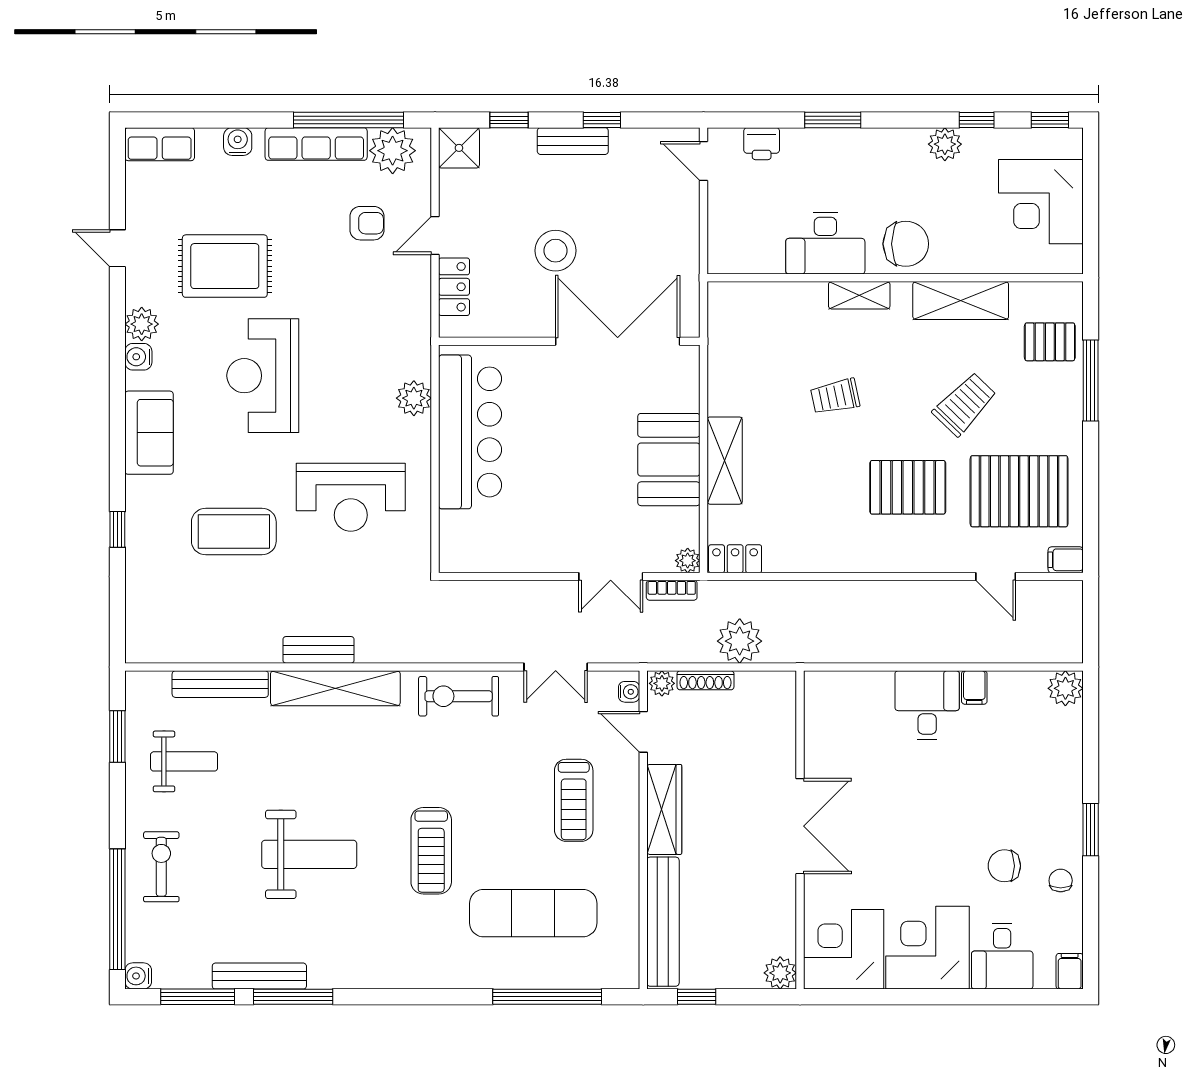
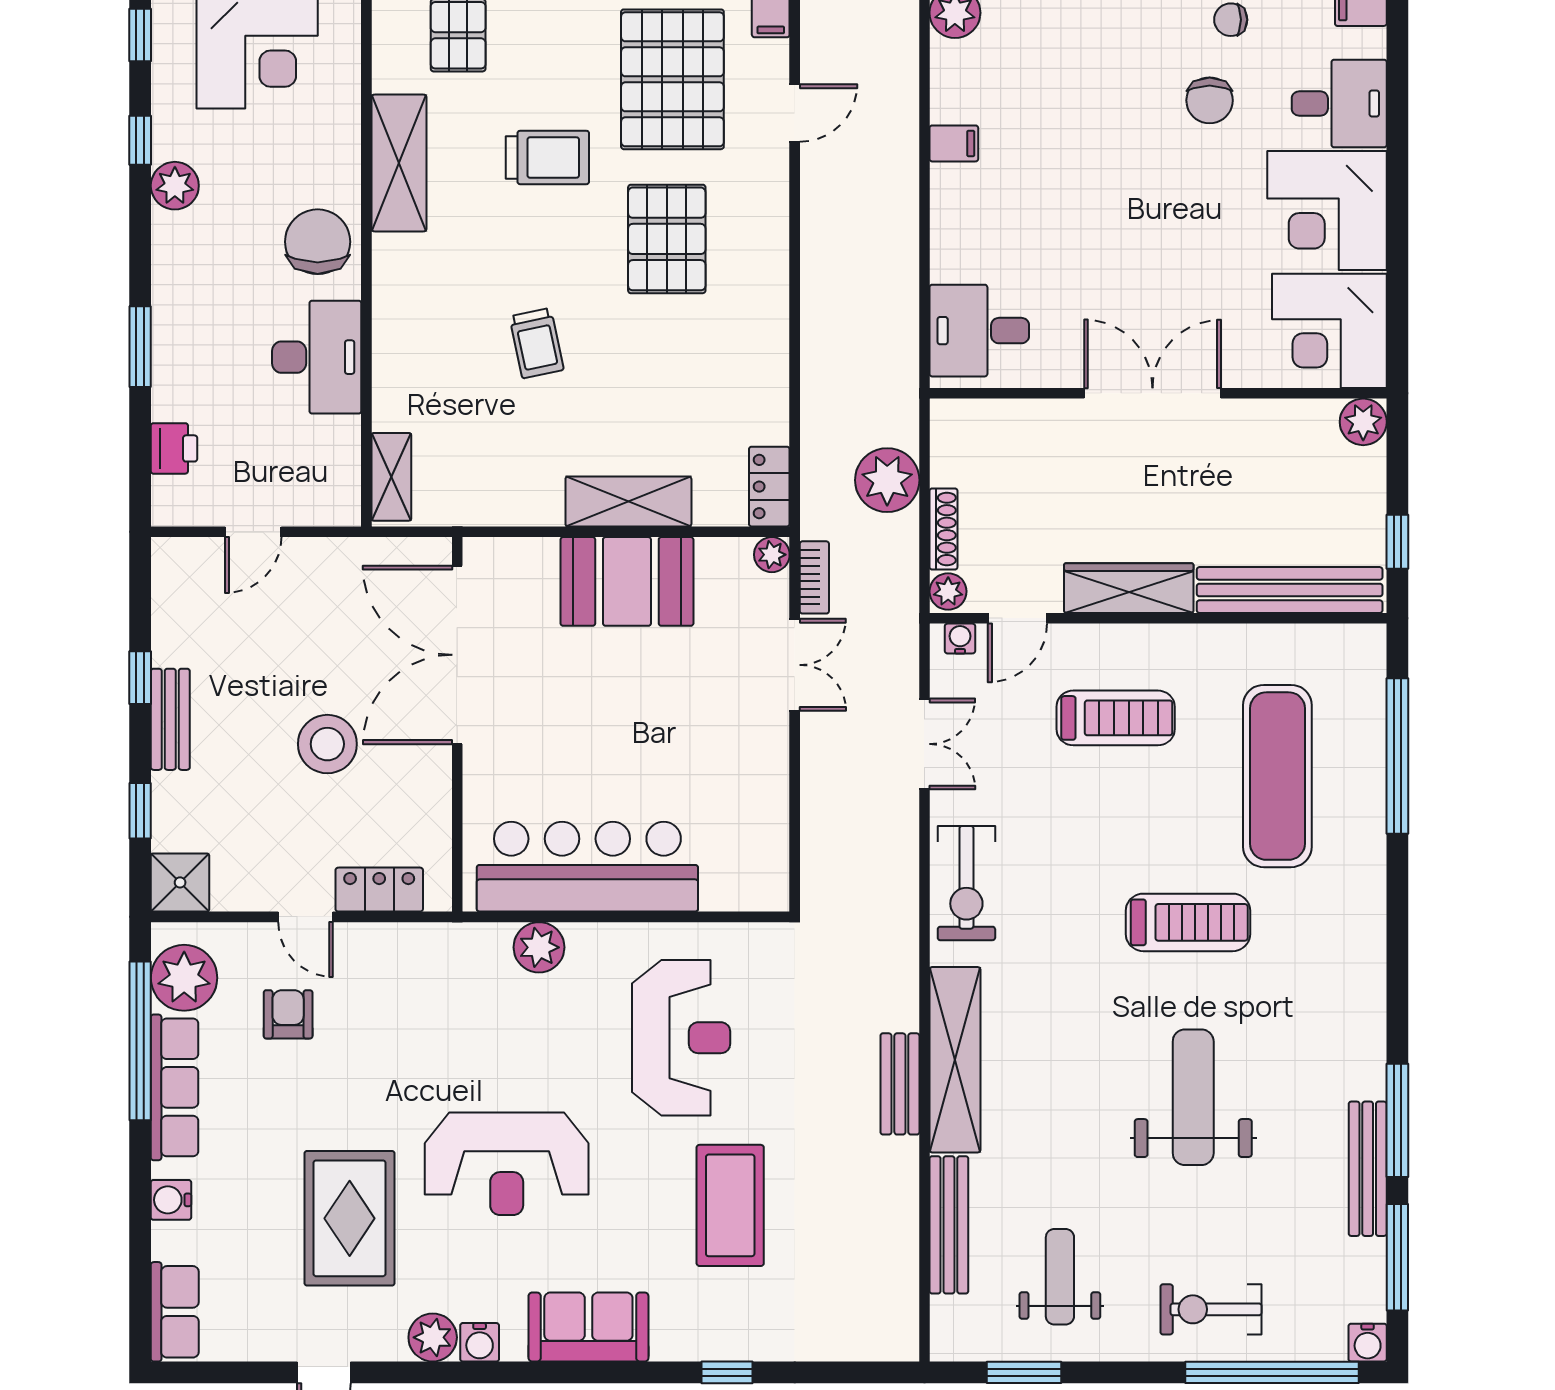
door: (704, 161) -> (253, 532), moved
shelving: (859, 295) -> (391, 477), moved
trolley: (965, 404) -> (547, 157), turned 136
desk: (927, 705) -> (979, 331), moved

